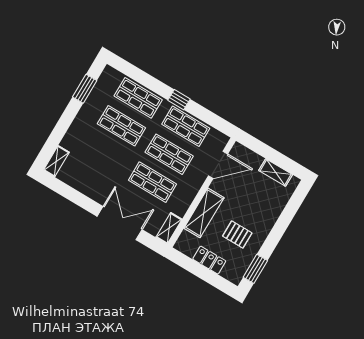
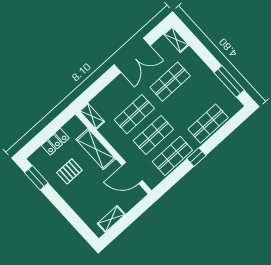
window: (85, 89) -> (229, 81), width x1.44
shop shelf: (121, 126) -> (170, 82), moved
door: (218, 165) -> (132, 173), hinge flipped
double door: (120, 223) -> (132, 55), moved

